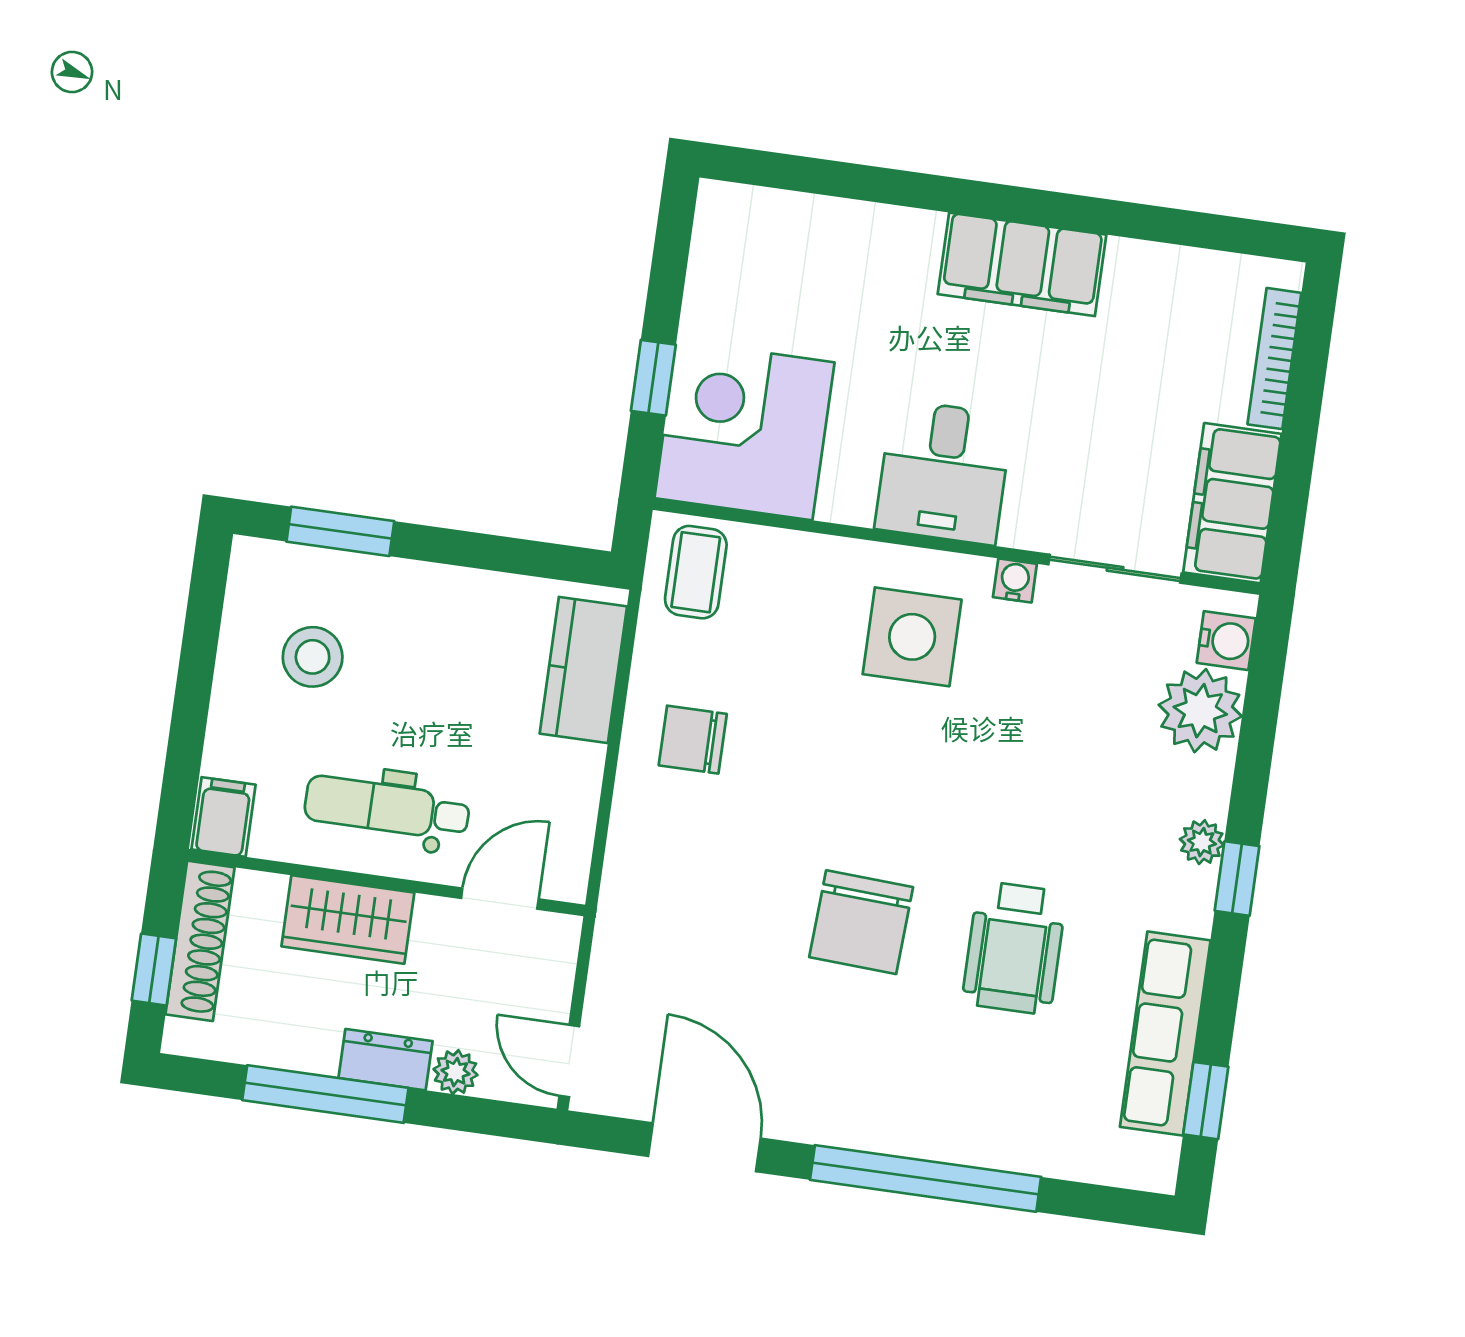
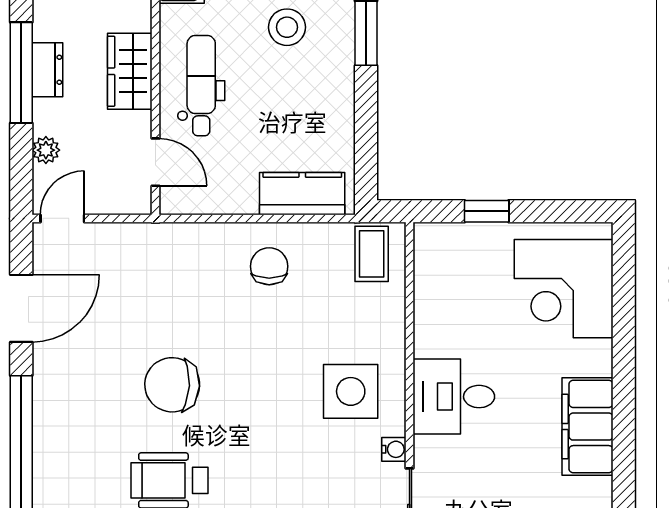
corner desk: (744, 430) -> (564, 289), moved, turned 180
coffee table: (696, 572) -> (372, 254), turned 90
dresser: (386, 1060) -> (47, 70), moved

